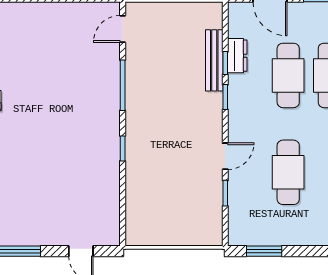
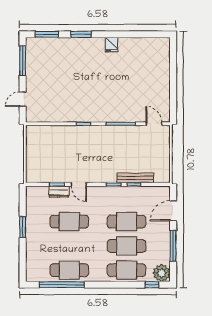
dresser: (237, 56) -> (59, 192), moved
window: (264, 251) -> (23, 227), moved

